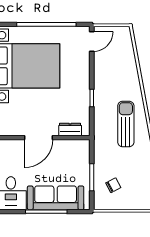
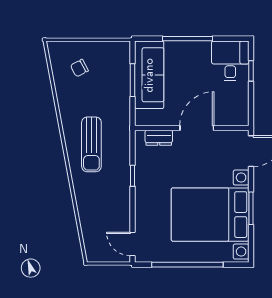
door: (92, 41) -> (133, 244), hinge flipped
chair: (113, 185) -> (79, 68), moved
sofa: (56, 198) -> (149, 75), moved, turned -90

